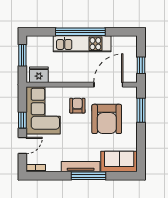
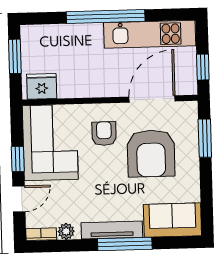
kitchen unit: (82, 44) -> (150, 34), moved
plant: (52, 167) -> (66, 231), added

